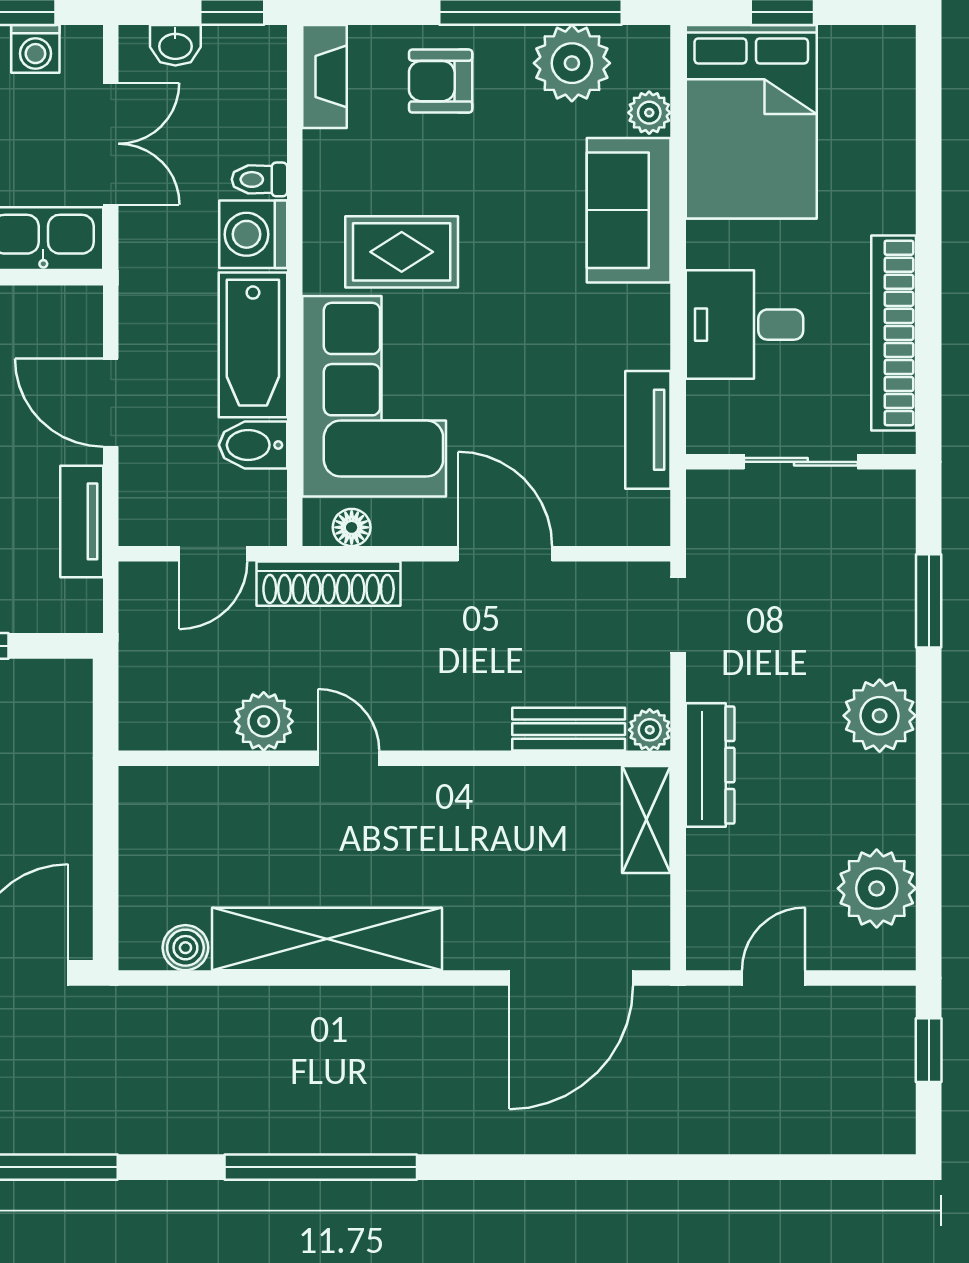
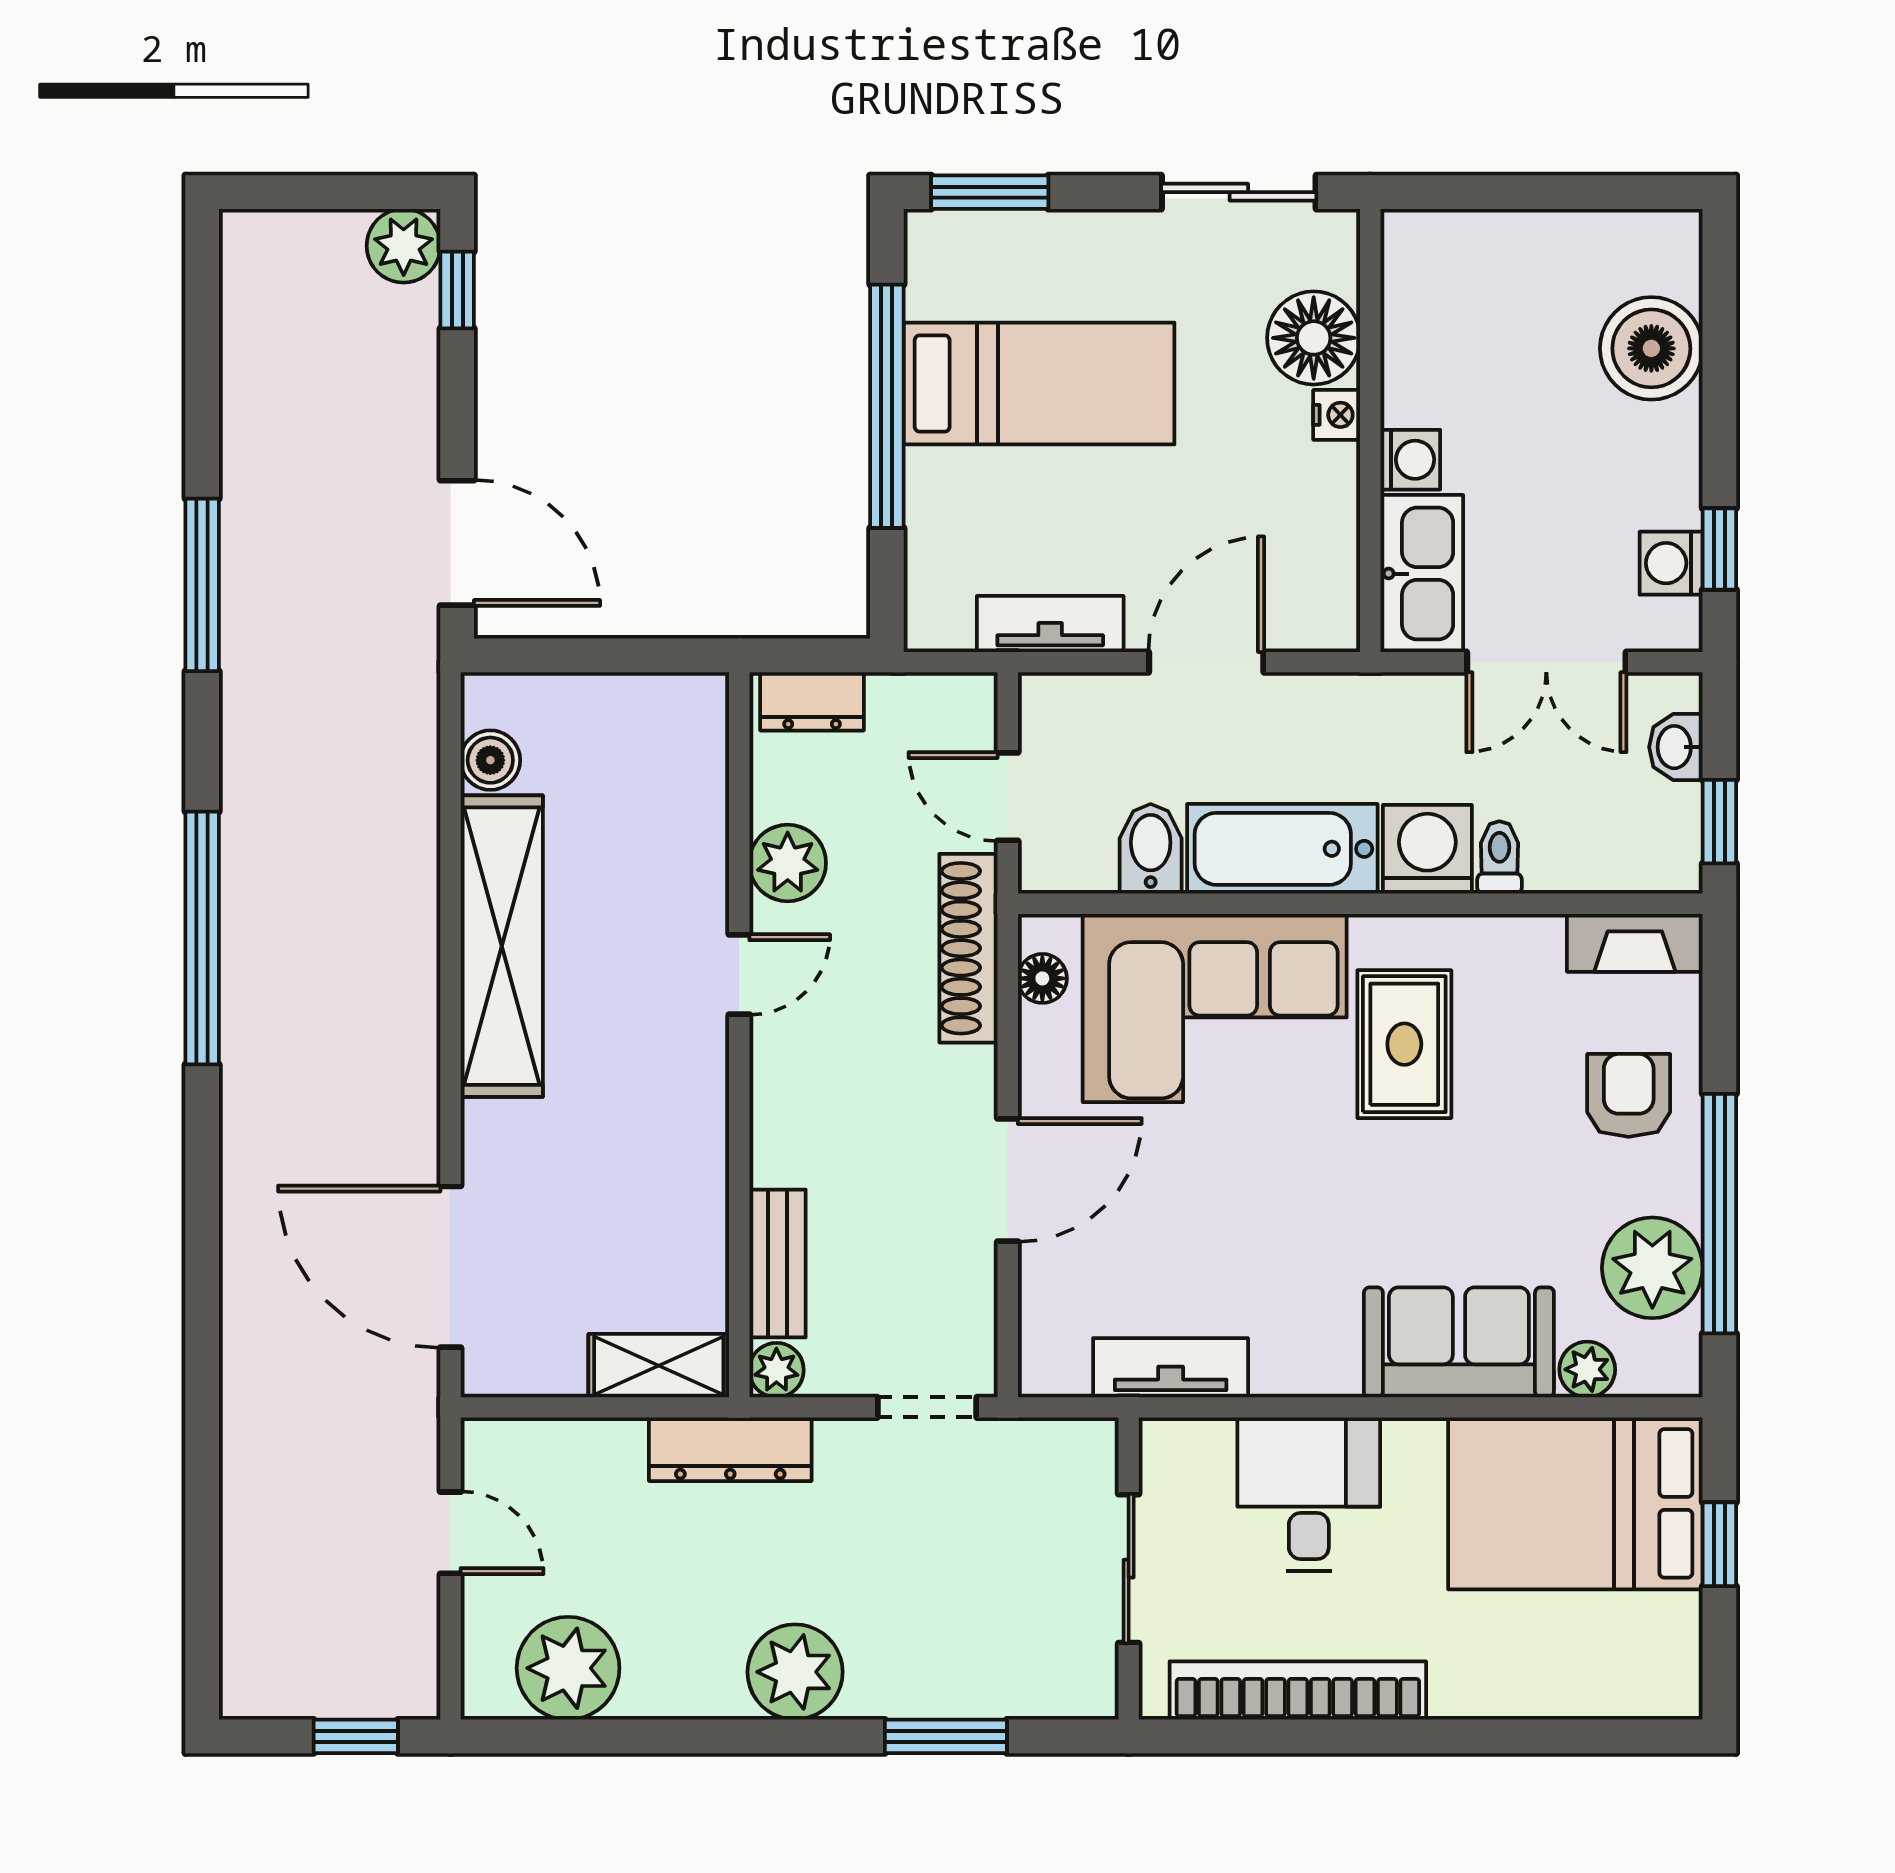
dresser: (141, 703) -> (812, 701), added

